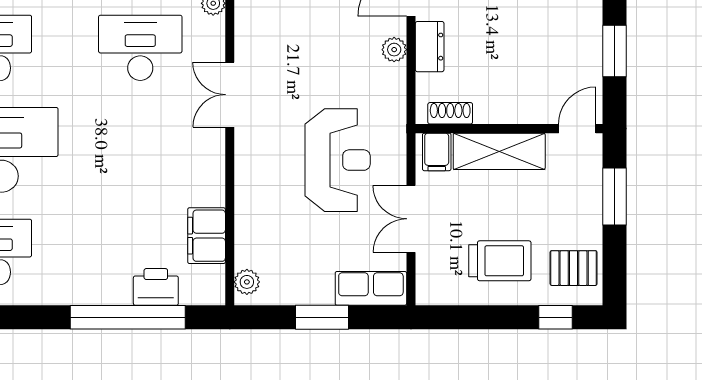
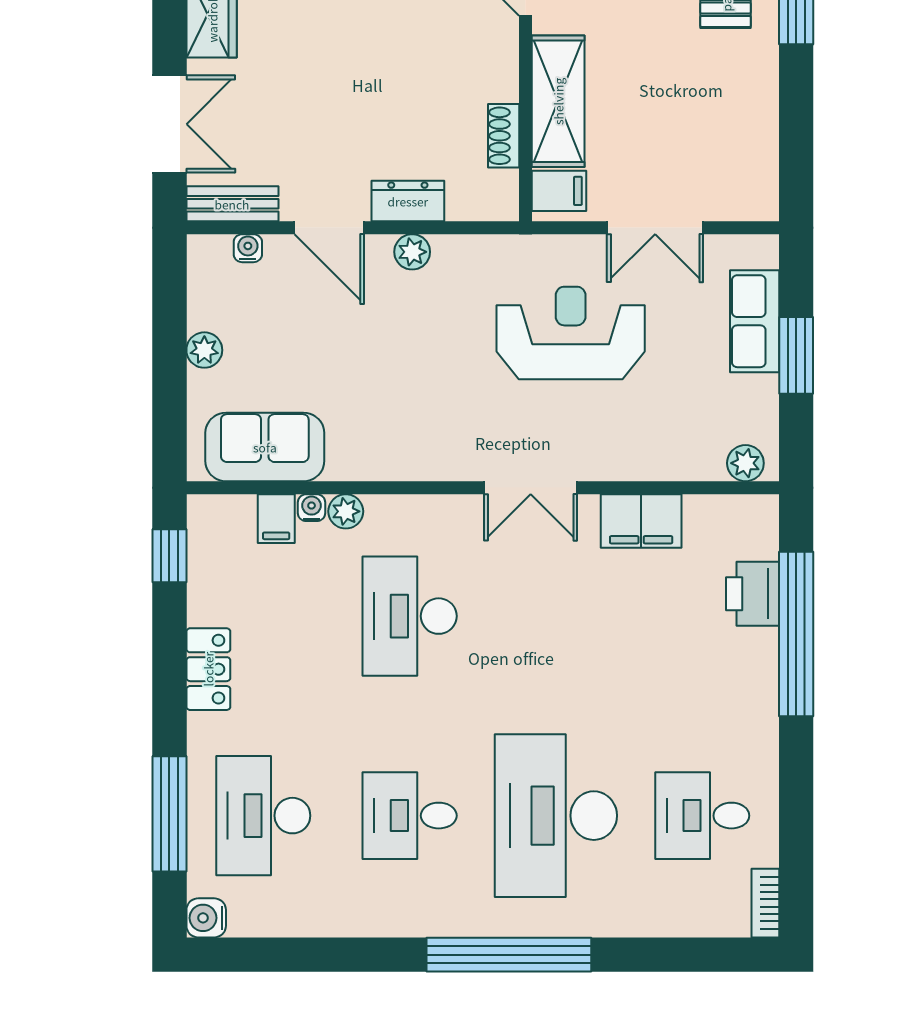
double door: (230, 95) -> (531, 488), moved
shoe rack: (450, 113) -> (504, 136), moved
filing cabinet: (207, 236) -> (641, 521), moved
trolley: (500, 261) -> (715, 100), removed
row of seats: (371, 288) -> (755, 321), moved

